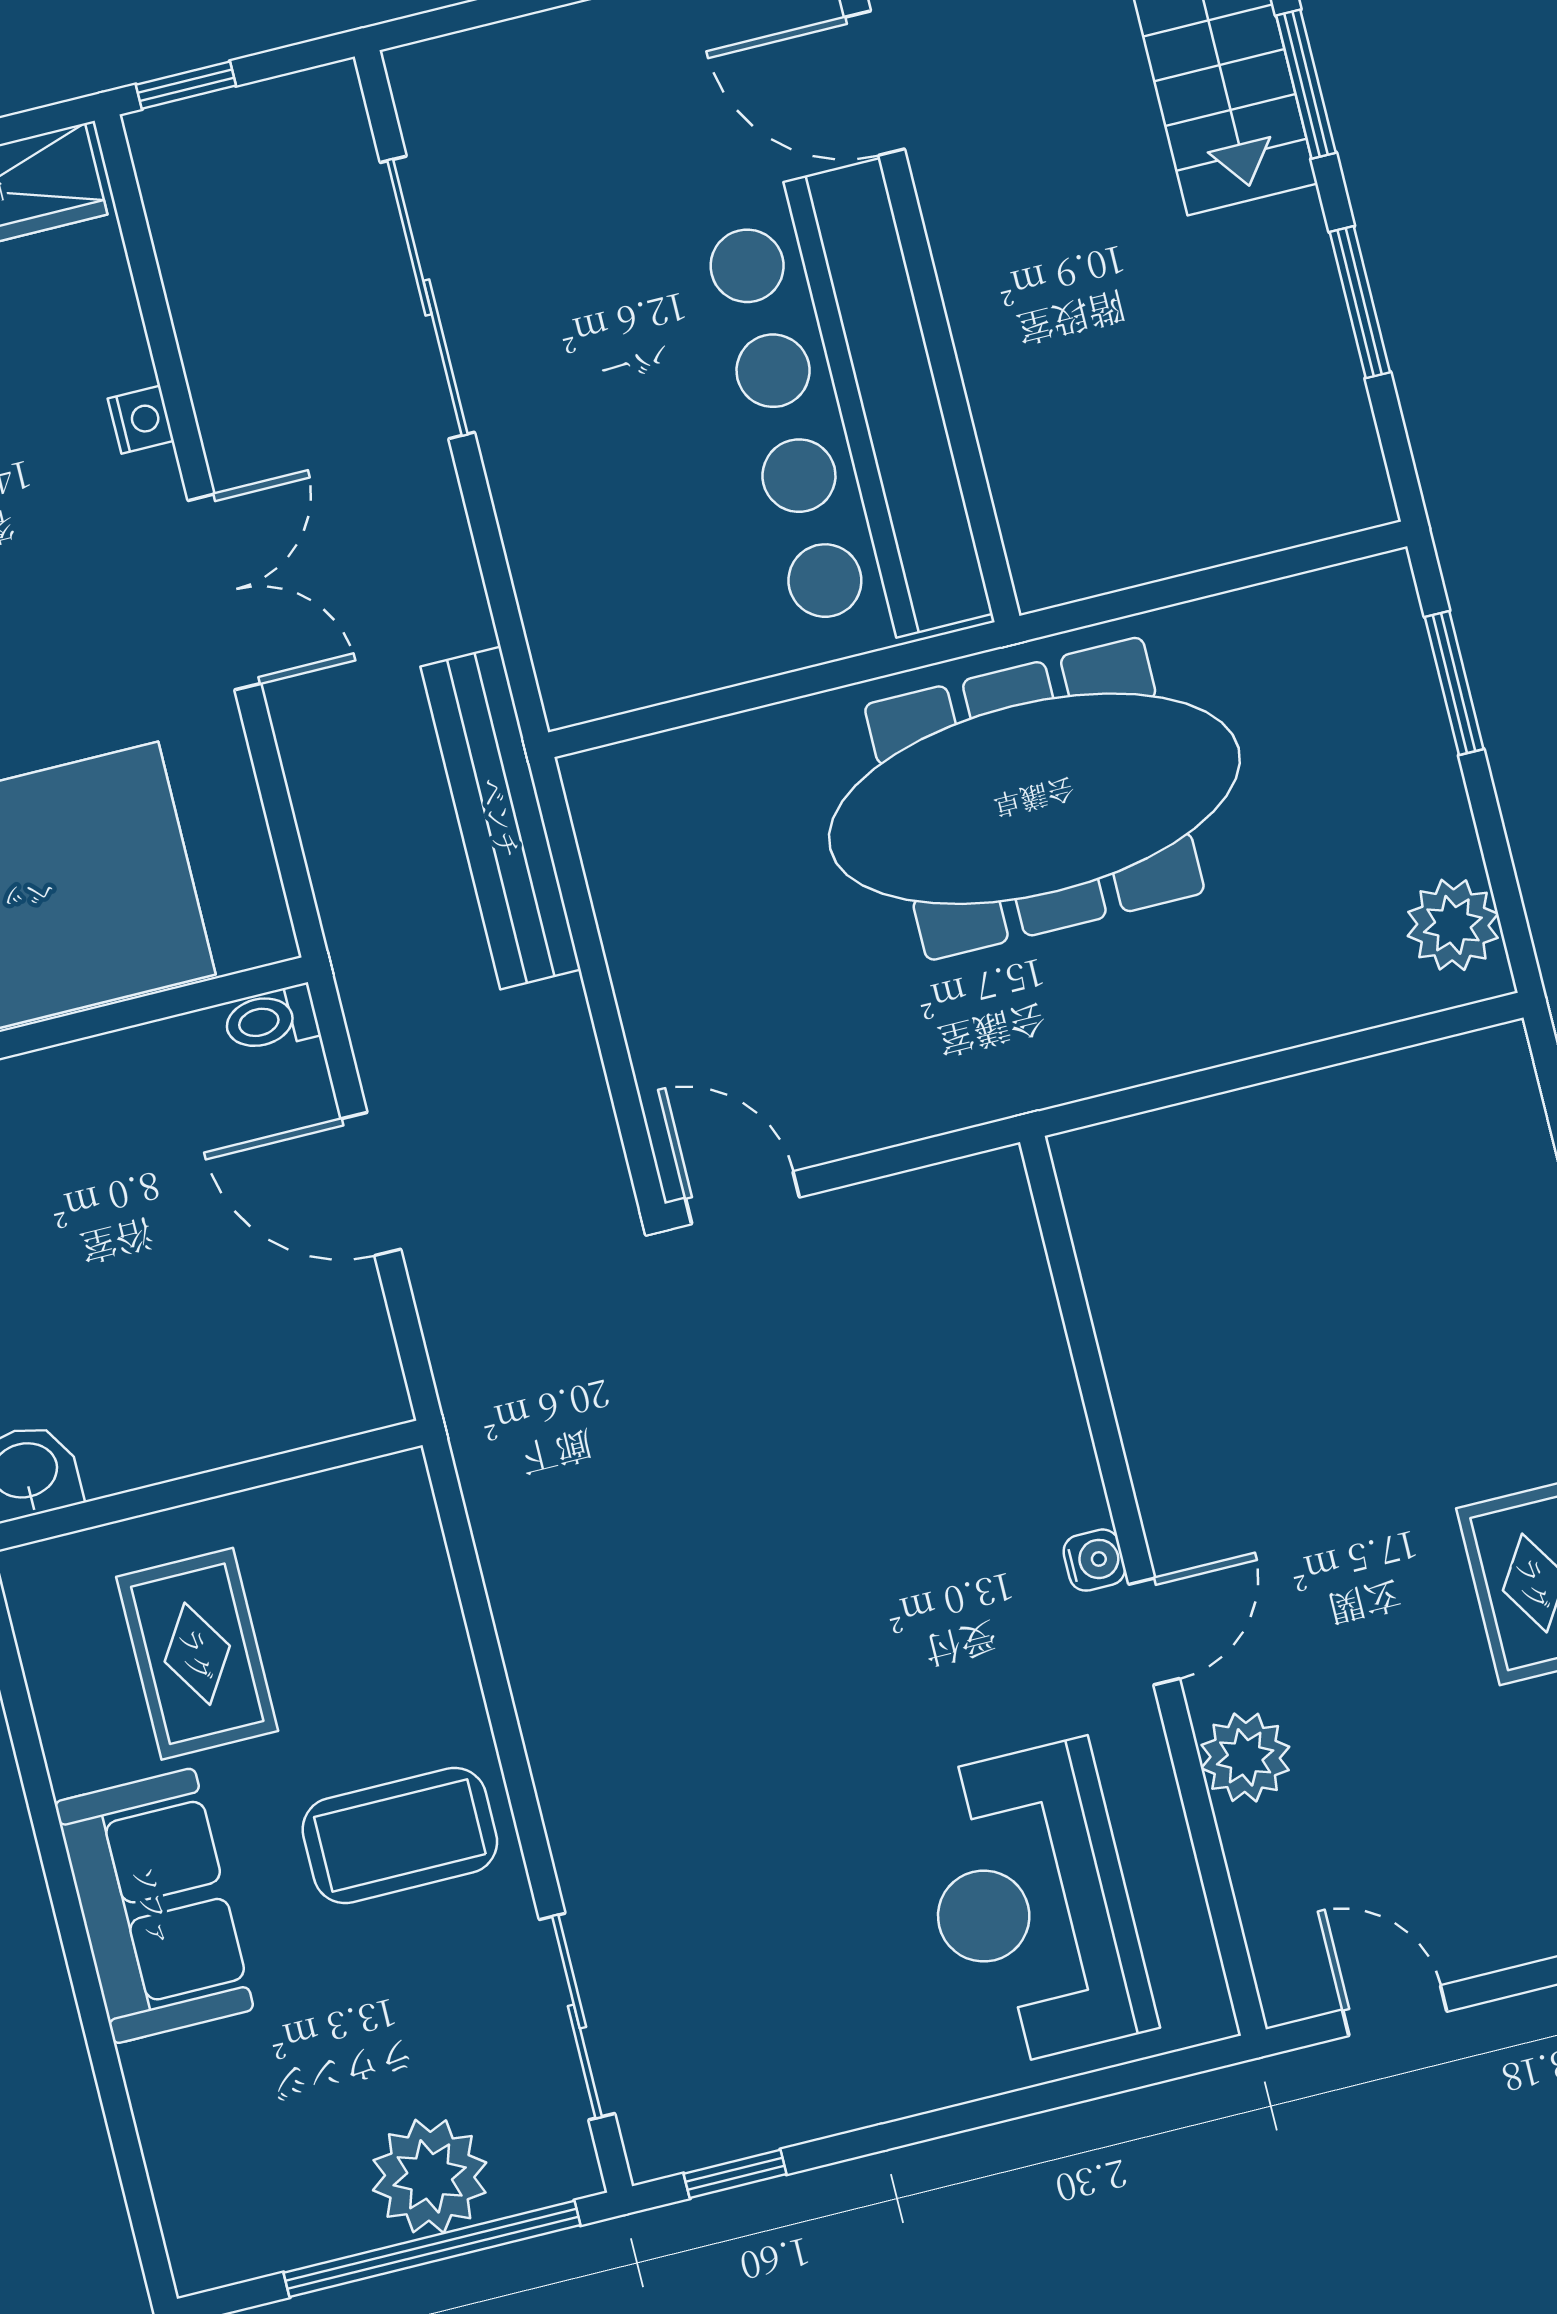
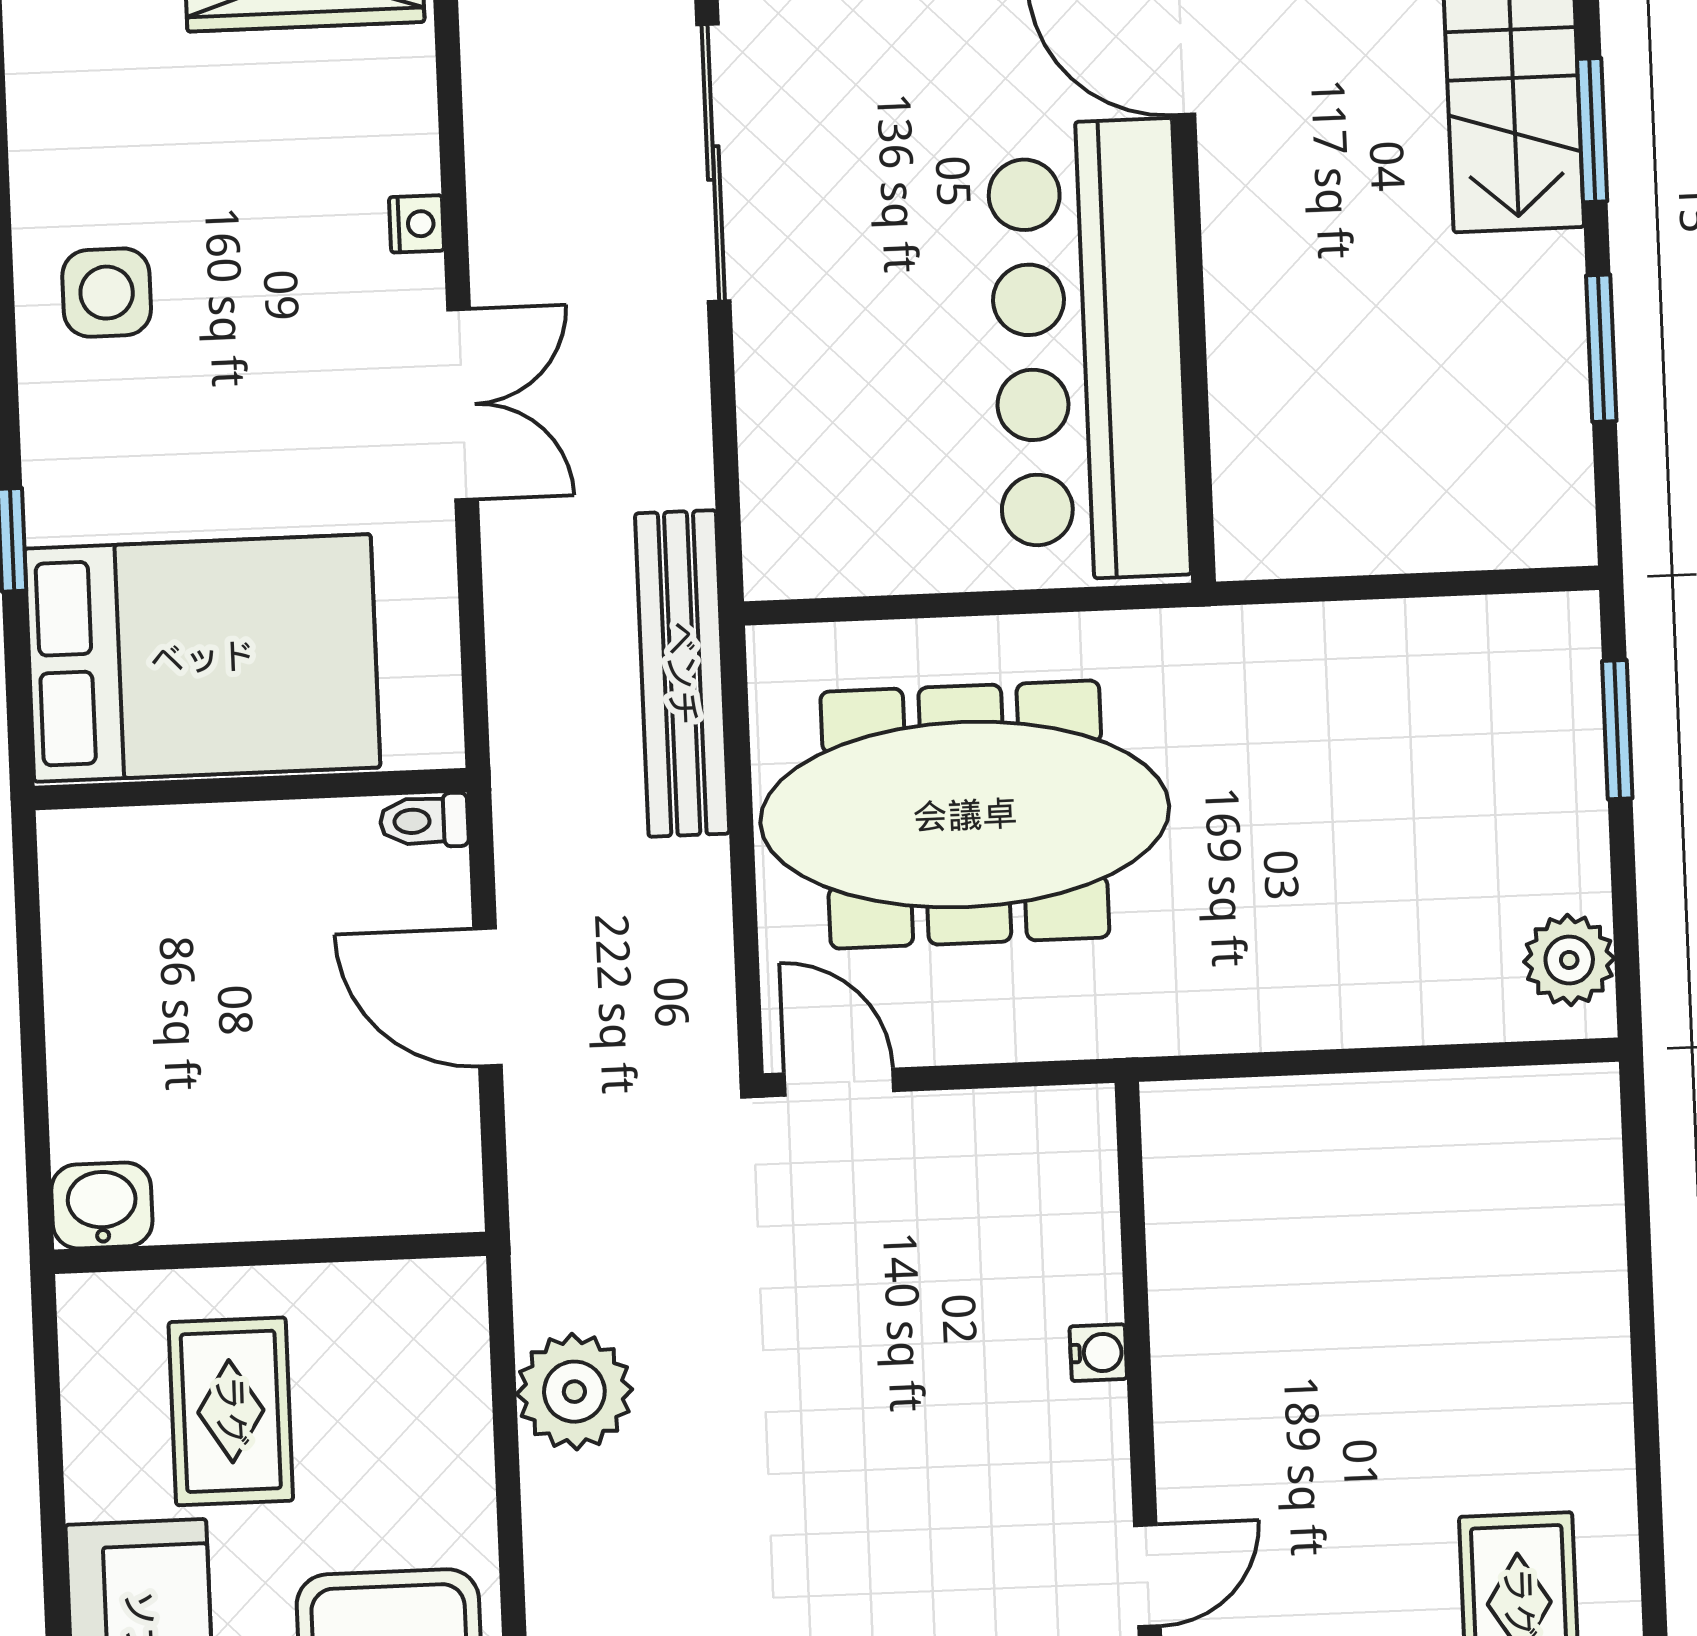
meeting table: (1034, 799) -> (965, 815), moved
water cooler: (1094, 1560) -> (1098, 1353), moved
plant: (539, 1564) -> (574, 1392), added

